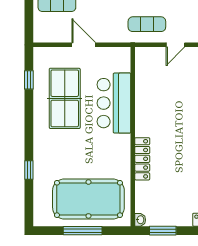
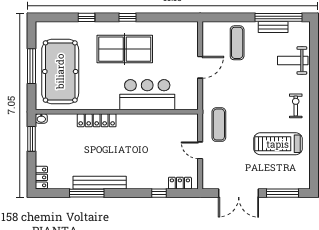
window: (29, 80) -> (128, 17), moved
table tennis table: (65, 98) -> (125, 49), moved

